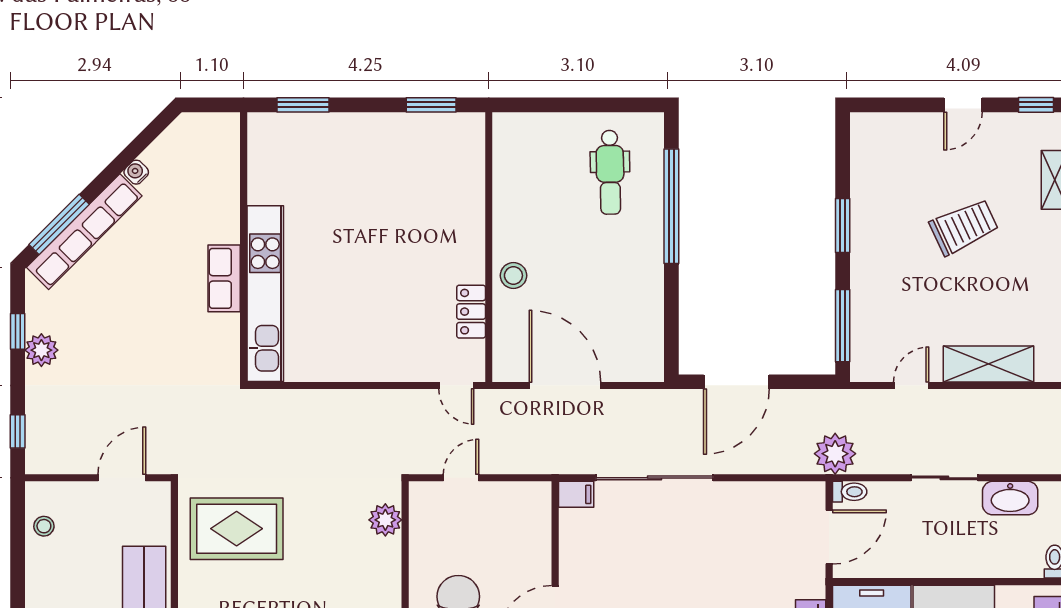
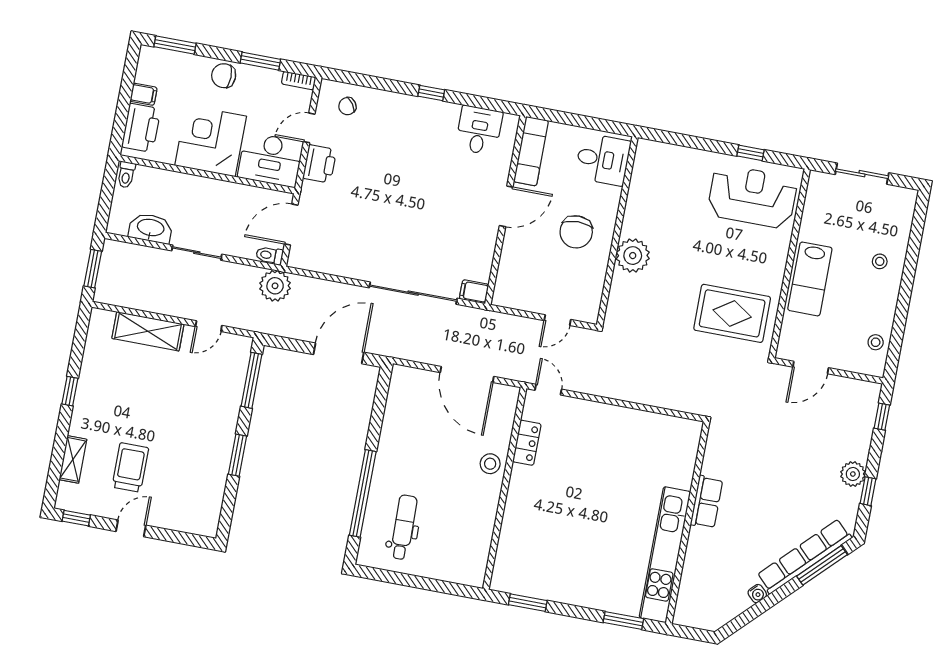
trolley: (964, 227) -> (130, 467), moved, turned 115
kitchen unit: (265, 294) -> (665, 555), moved
plant: (385, 520) -> (633, 256), moved, width x1.36, depth x1.36

